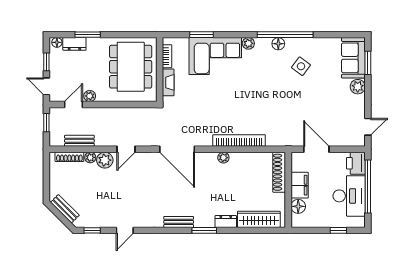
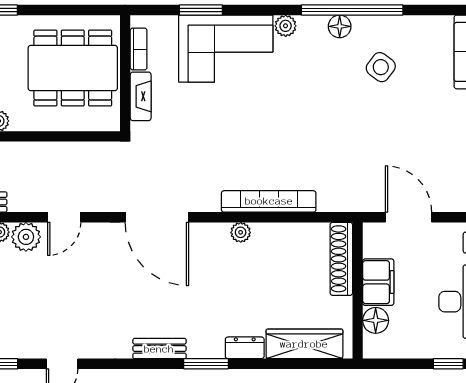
dining table: (131, 67) -> (73, 68), turned 90

